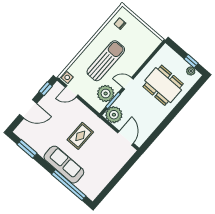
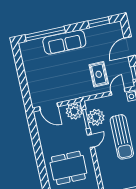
rug: (80, 136) -> (99, 74), moved

